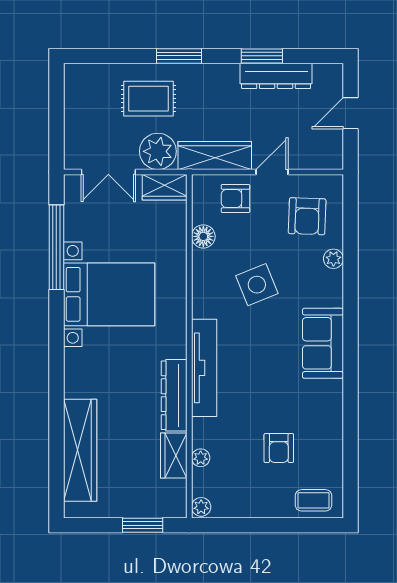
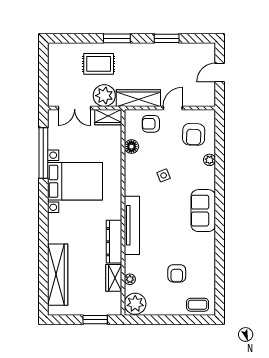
dresser: (276, 76) -> (175, 50), removed
side table: (257, 285) -> (164, 175), width x0.54, depth x0.54
plant: (201, 507) -> (135, 304), width x1.87, depth x1.87

